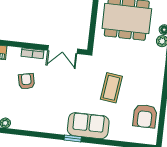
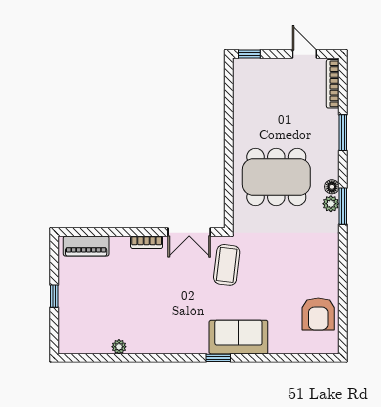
armchair: (26, 81) -> (142, 284), removed
coffee table: (111, 88) -> (227, 265), moved

